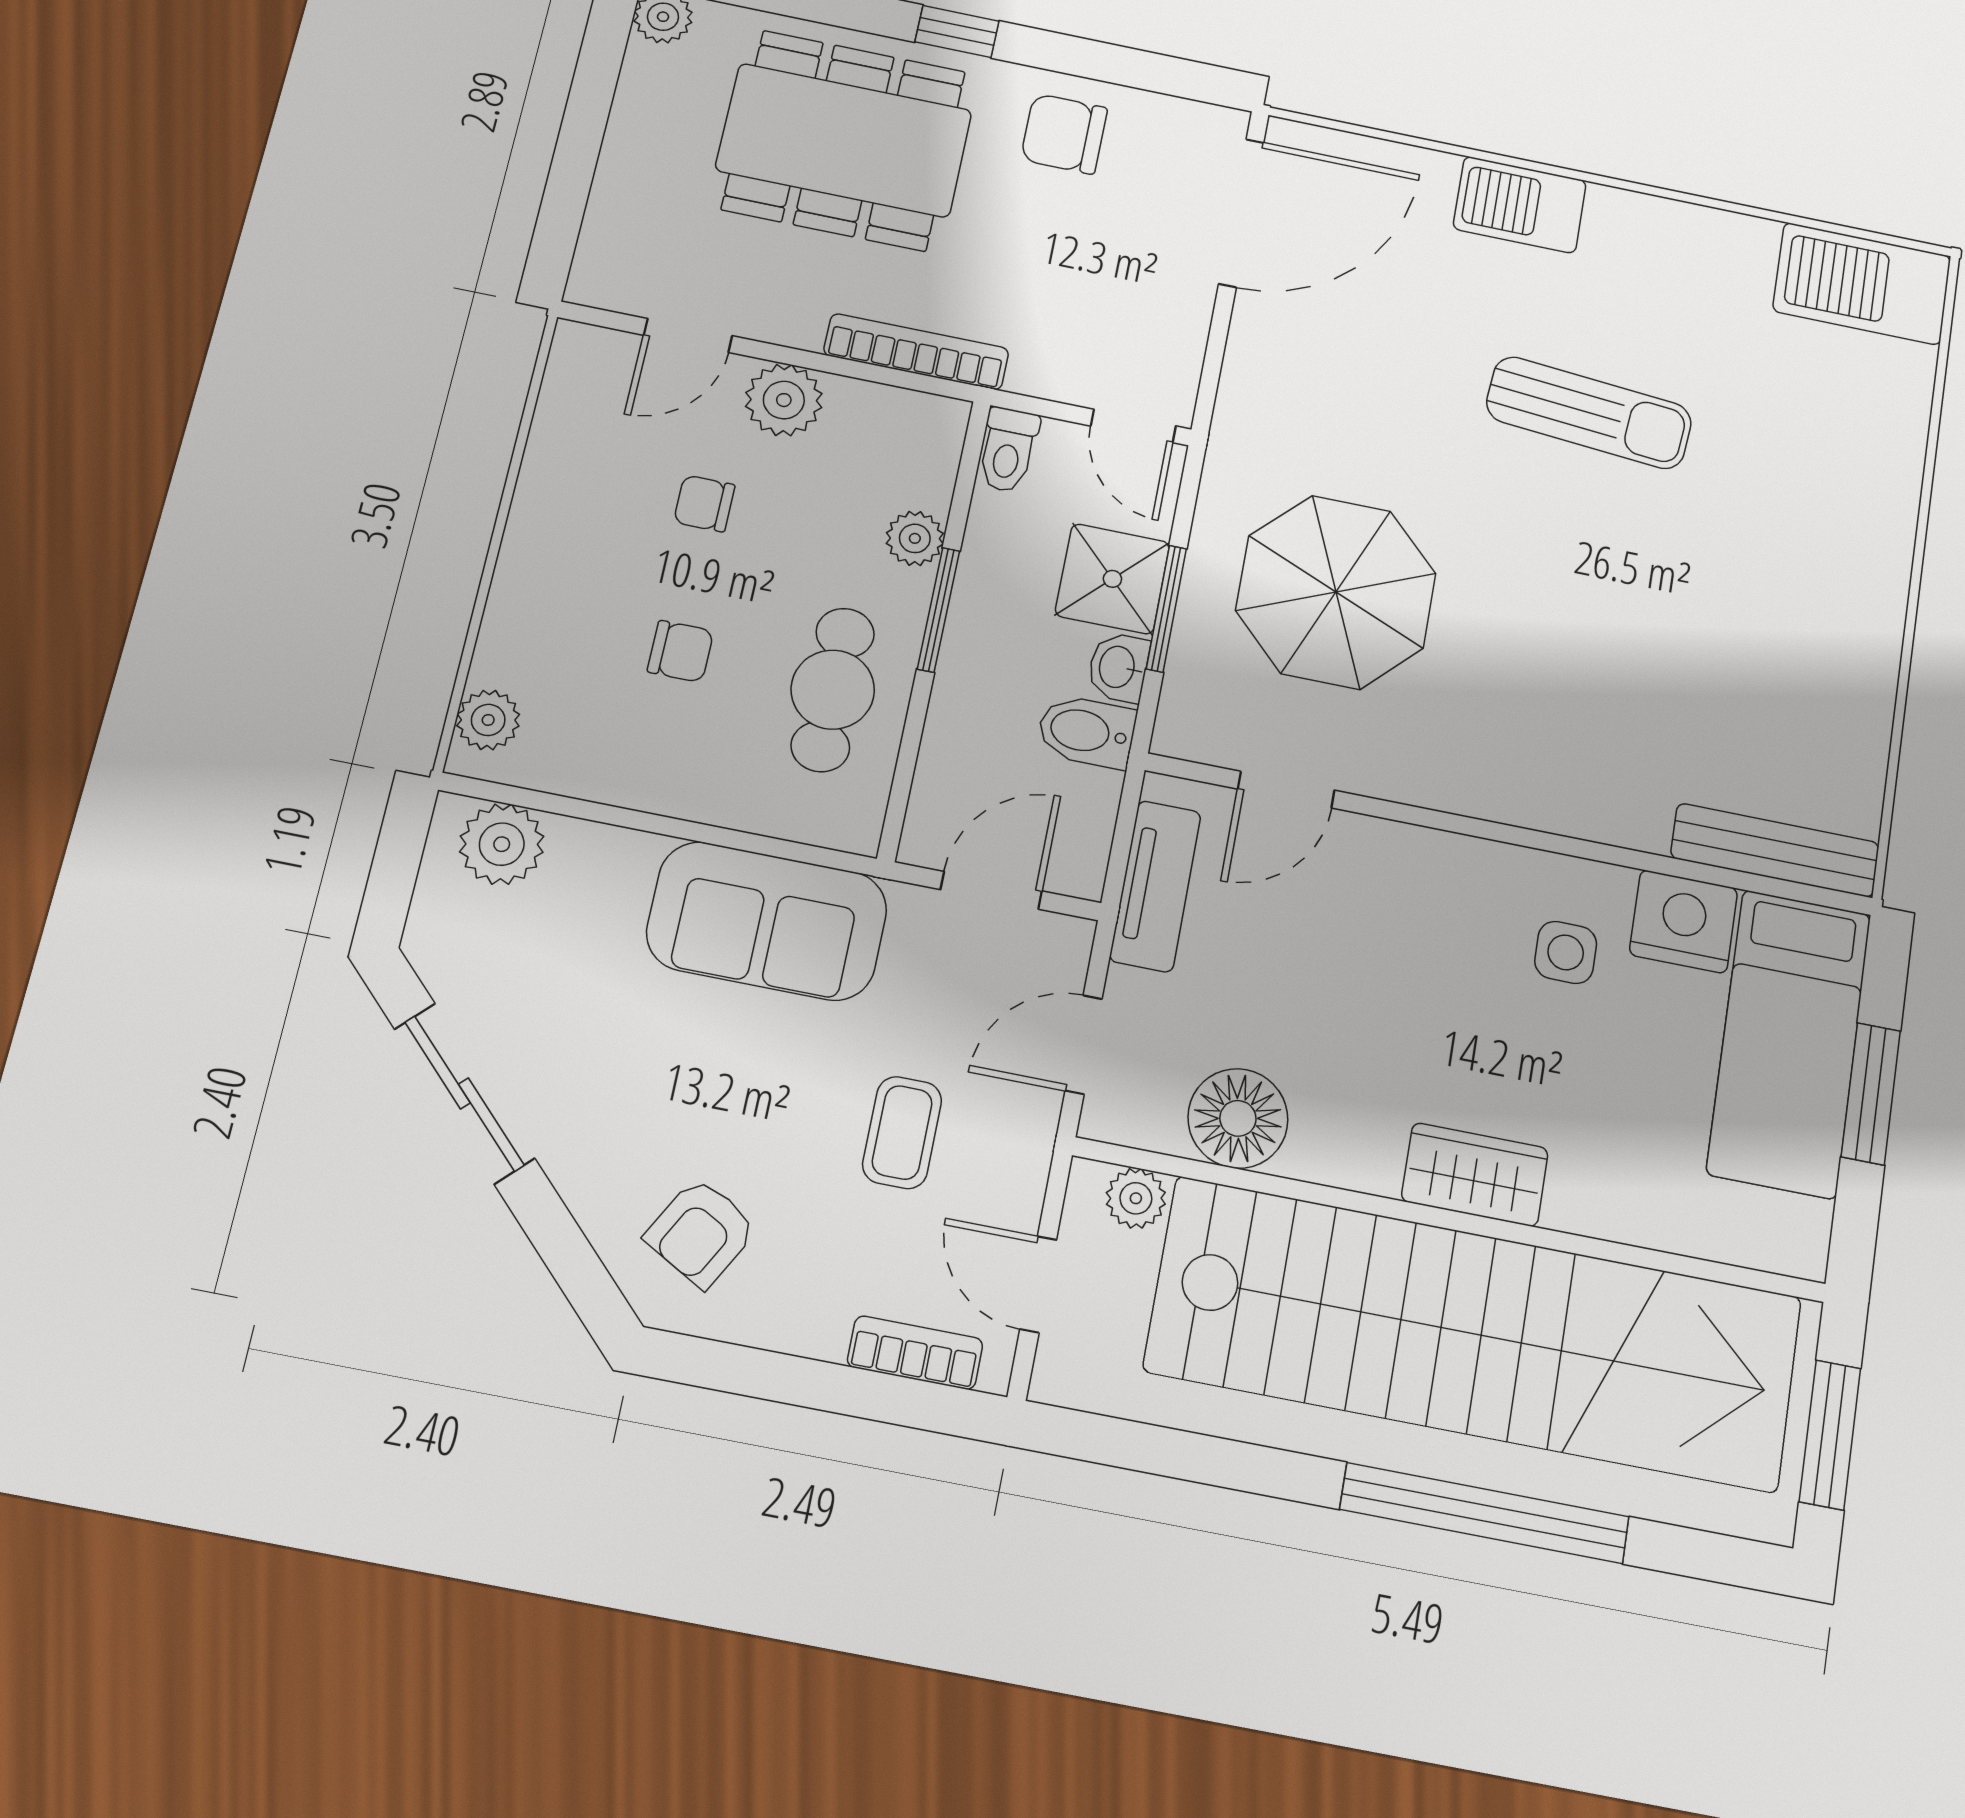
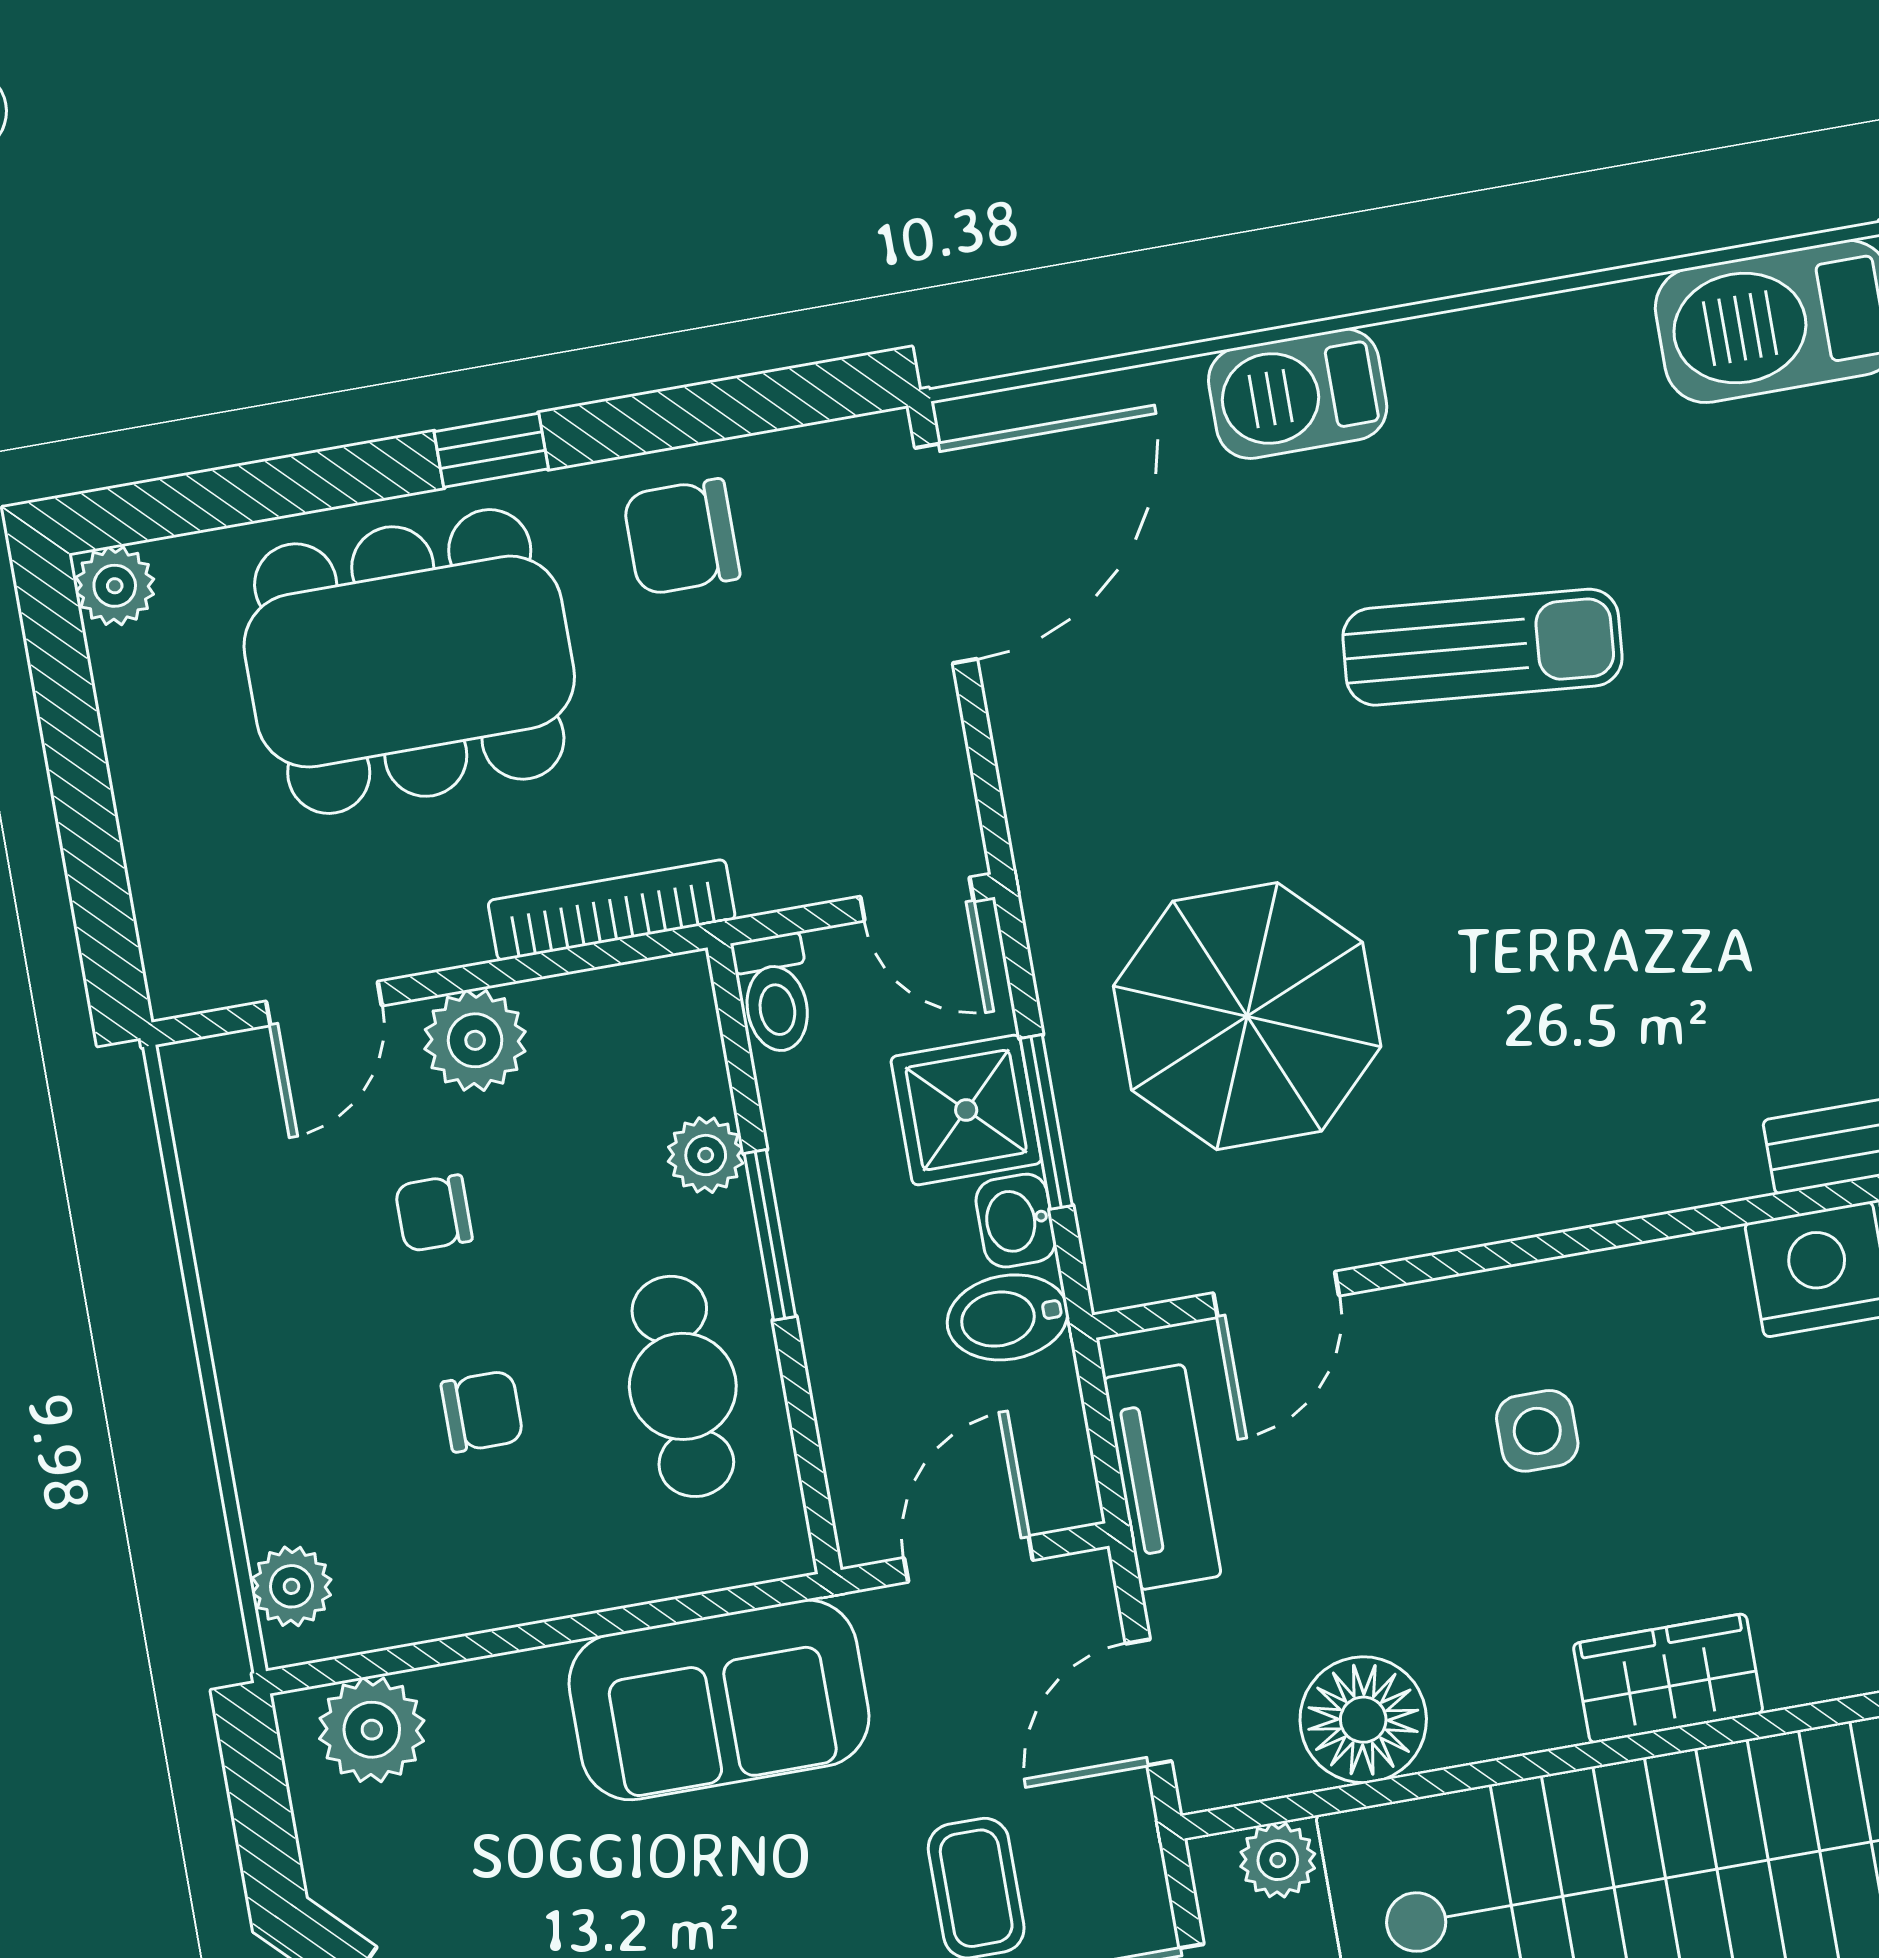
side table: (1566, 952) -> (1537, 1431), moved

